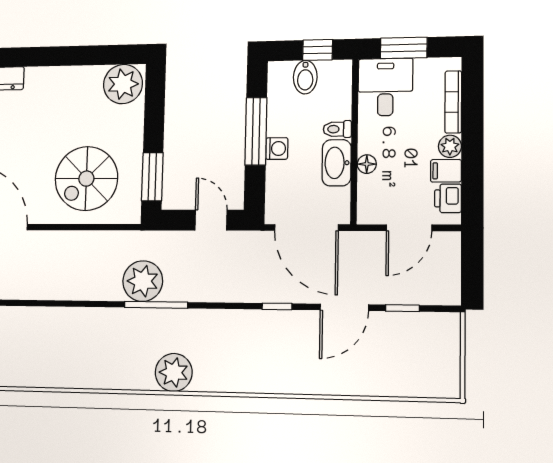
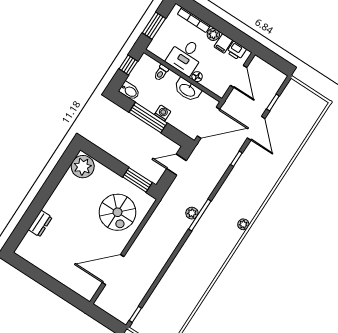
bidet: (305, 77) -> (130, 91), moved
desk: (385, 87) -> (185, 56), moved, turned -90
toilet: (337, 129) -> (161, 73), moved
plant: (143, 281) -> (192, 213), width x0.53, depth x0.53
plant: (174, 372) -> (243, 224), width x0.53, depth x0.53

